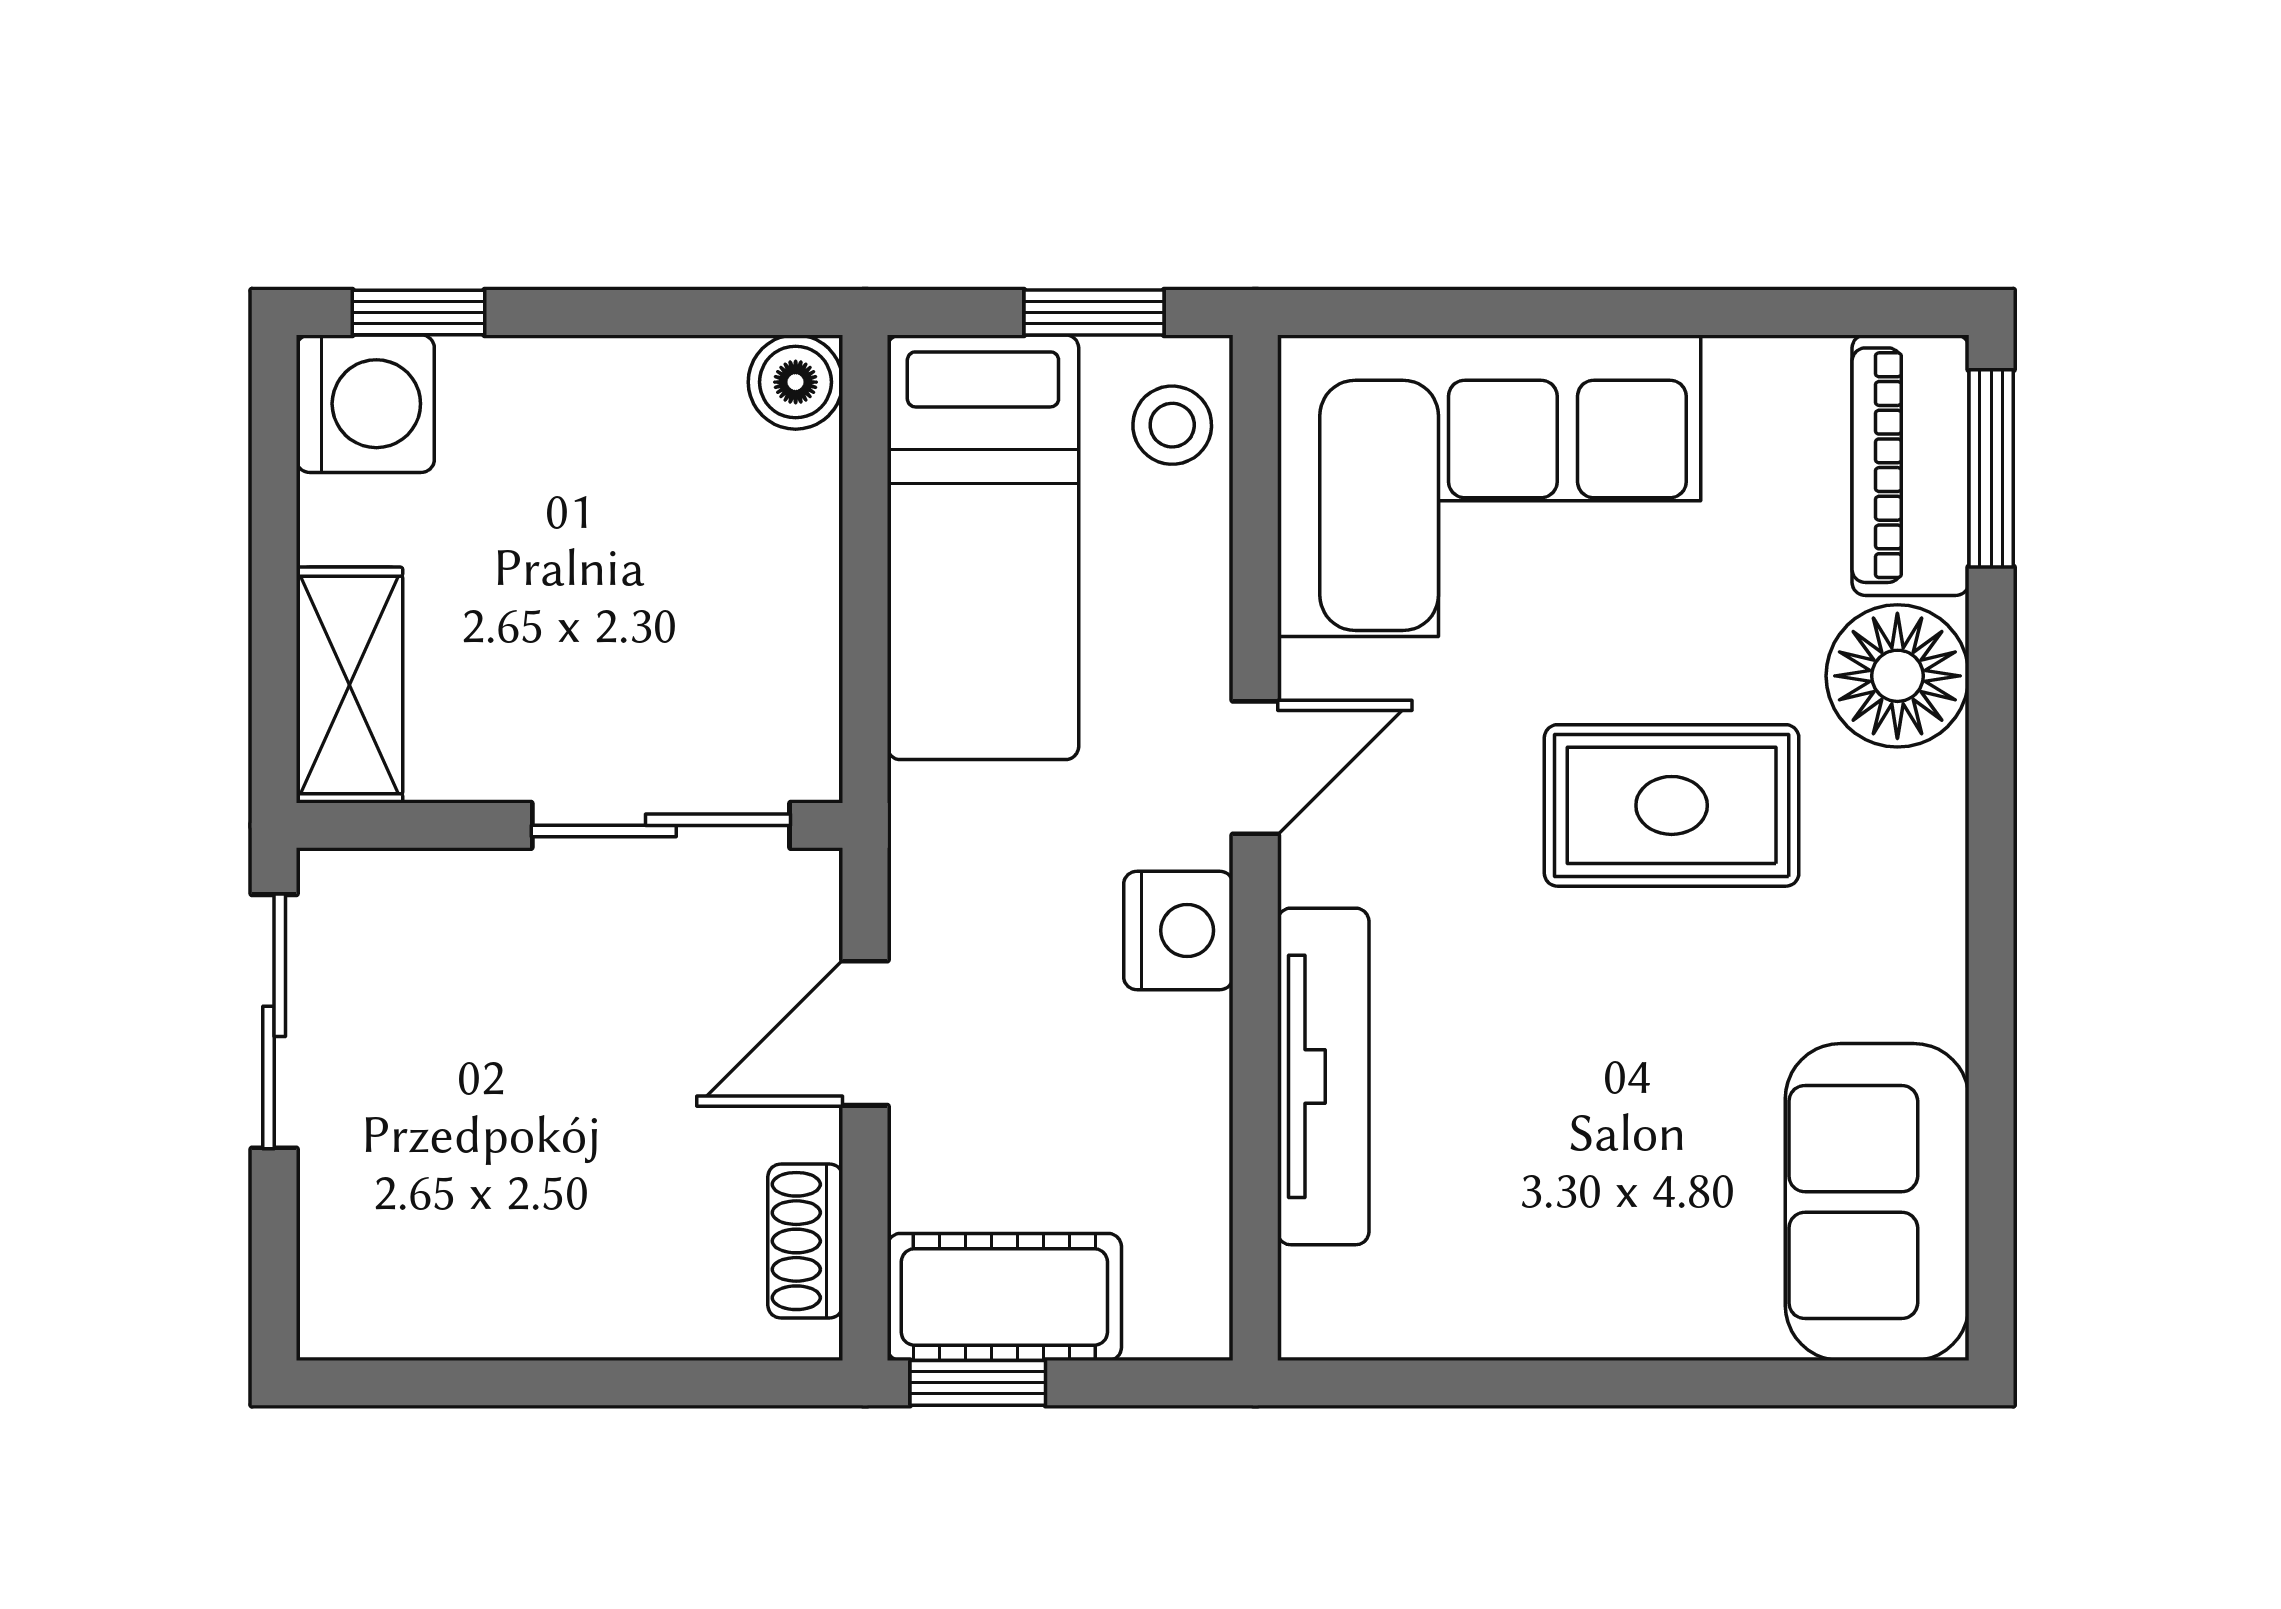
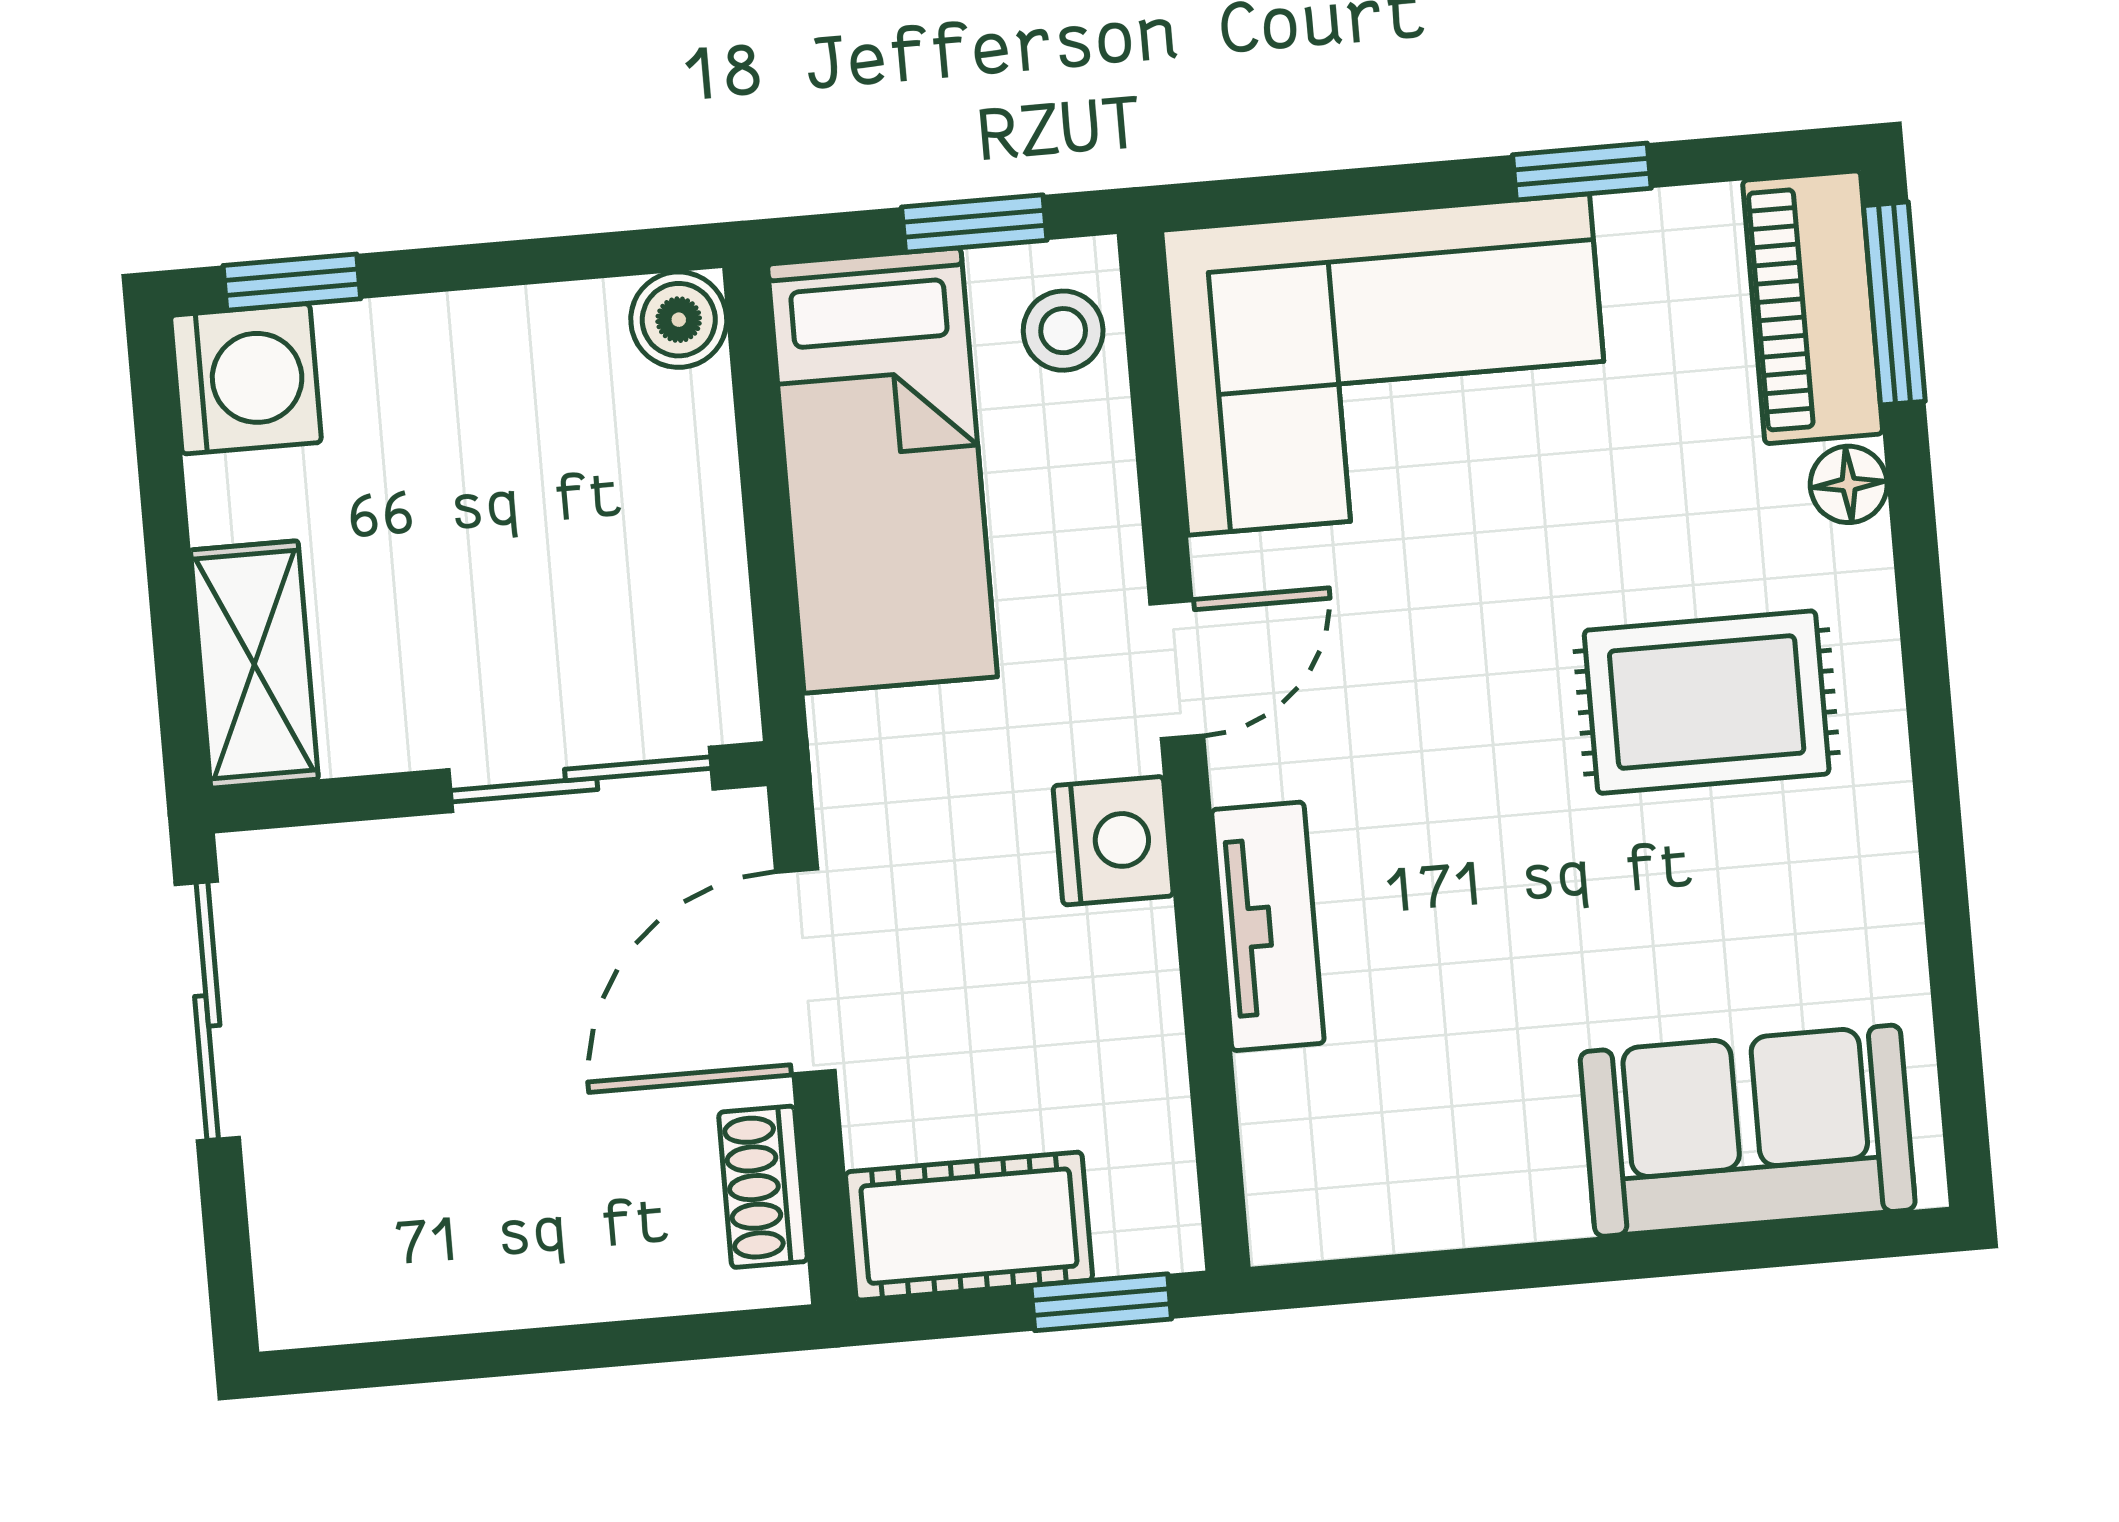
window: (1695, 312) -> (1582, 172), added
floor lamp: (1897, 676) -> (1849, 484), width x0.53, depth x0.53
rug: (1672, 805) -> (1707, 702), moved
door: (865, 1033) -> (805, 972), width x1.38
tv unit: (1323, 1076) -> (1268, 926), width x0.71
sofa: (1877, 1202) -> (1748, 1131), moved, turned 90
window: (978, 1383) -> (1101, 1302), moved

